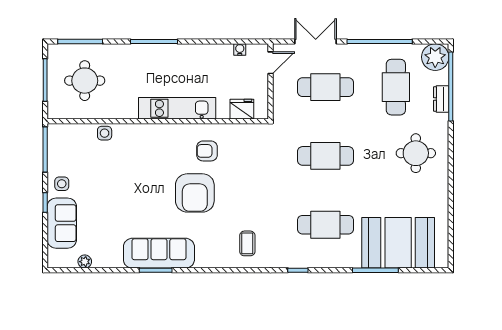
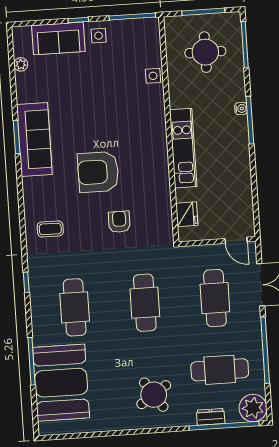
water cooler: (240, 49) -> (241, 109), moved
armchair: (207, 151) -> (119, 222), moved
round table: (416, 153) -> (154, 395), turned -34

